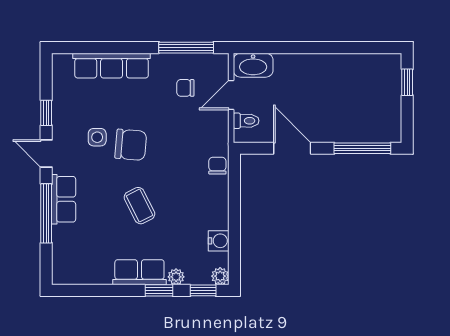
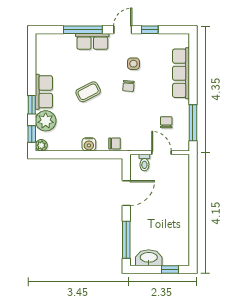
washbasin: (253, 65) -> (149, 258), moved, turned 90
chair: (131, 145) -> (128, 86), width x0.54, depth x0.54
water cooler: (219, 241) -> (89, 144), moved
plant: (176, 277) -> (46, 121), width x1.87, depth x1.87

